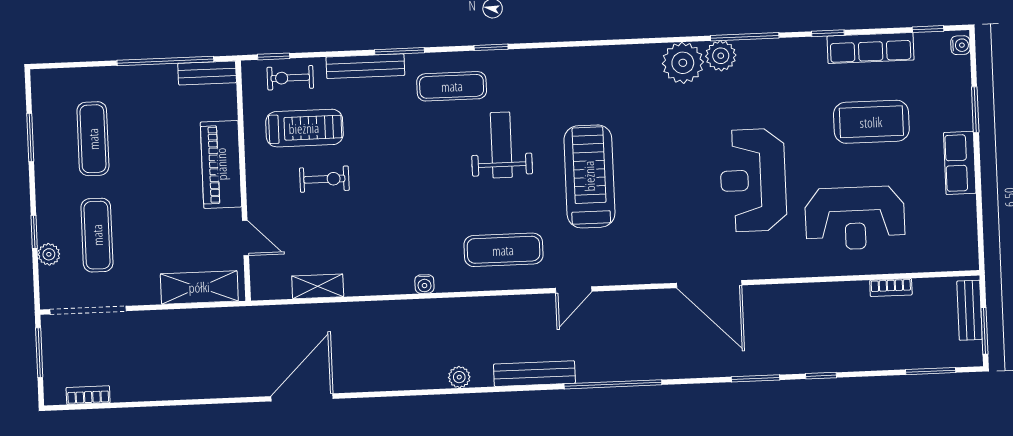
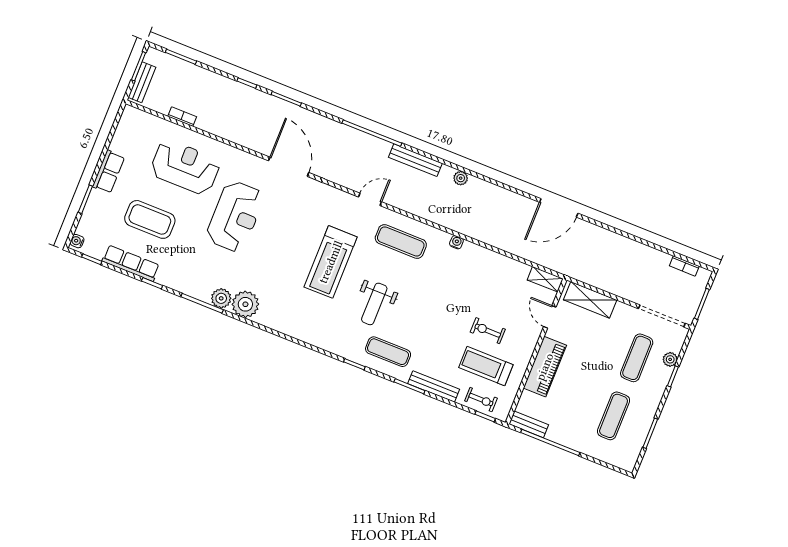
shelving: (318, 286) -> (545, 279), moved

